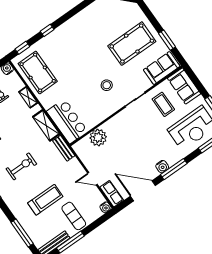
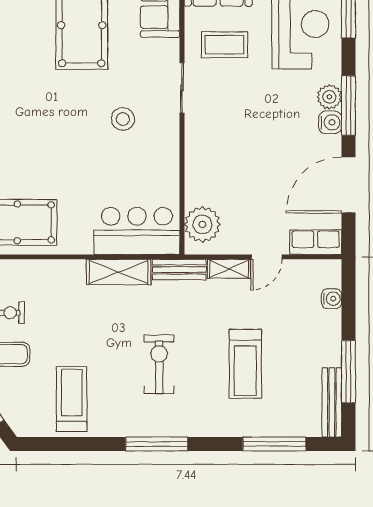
shelving: (28, 97) -> (229, 269), moved
plant: (98, 137) -> (202, 224), moved
plant: (172, 159) -> (329, 97), added
treadmill: (45, 200) -> (245, 364), turned 180
water cooler: (106, 207) -> (332, 299), moved
exercise mat: (74, 216) -> (308, 334), removed

